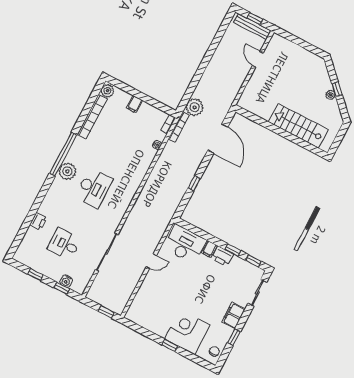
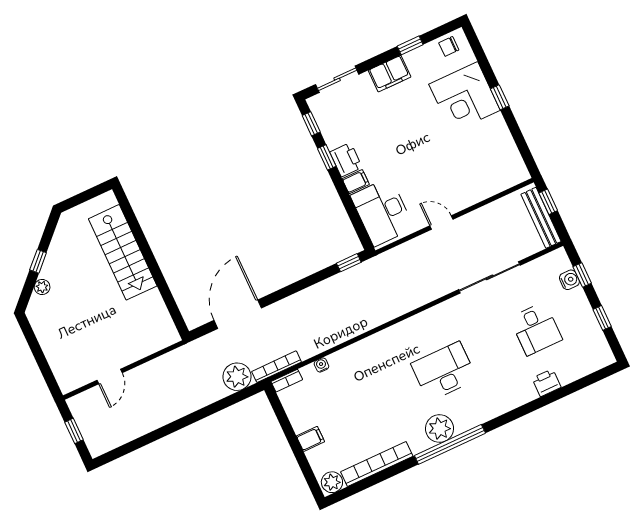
bench: (252, 27) -> (541, 218), moved
plant: (331, 95) -> (42, 287), moved
plant: (67, 171) -> (440, 429), moved
window: (194, 183) -> (349, 263), moved

